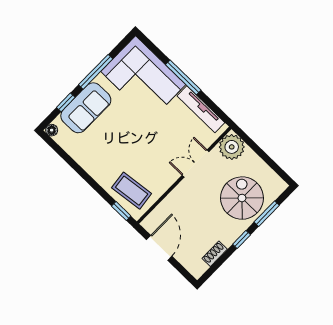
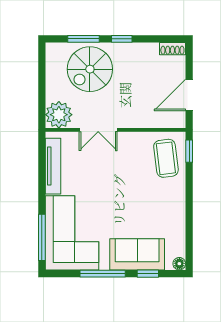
window: (183, 77) -> (42, 237), moved
shoe rack: (215, 254) -> (172, 49), moved

